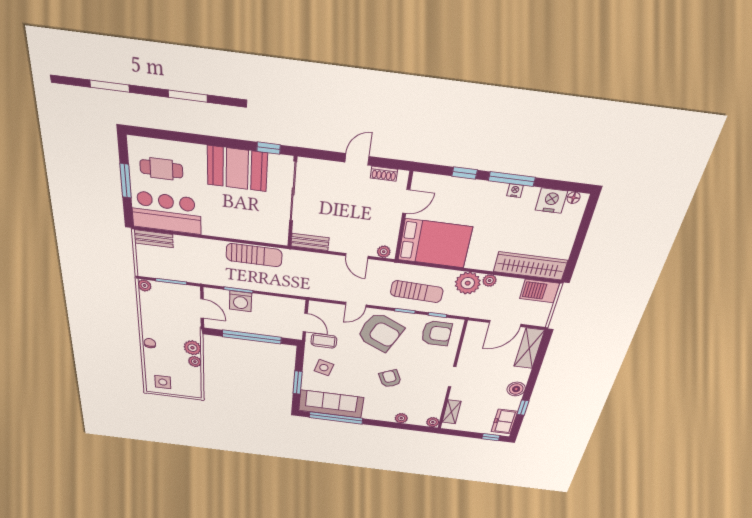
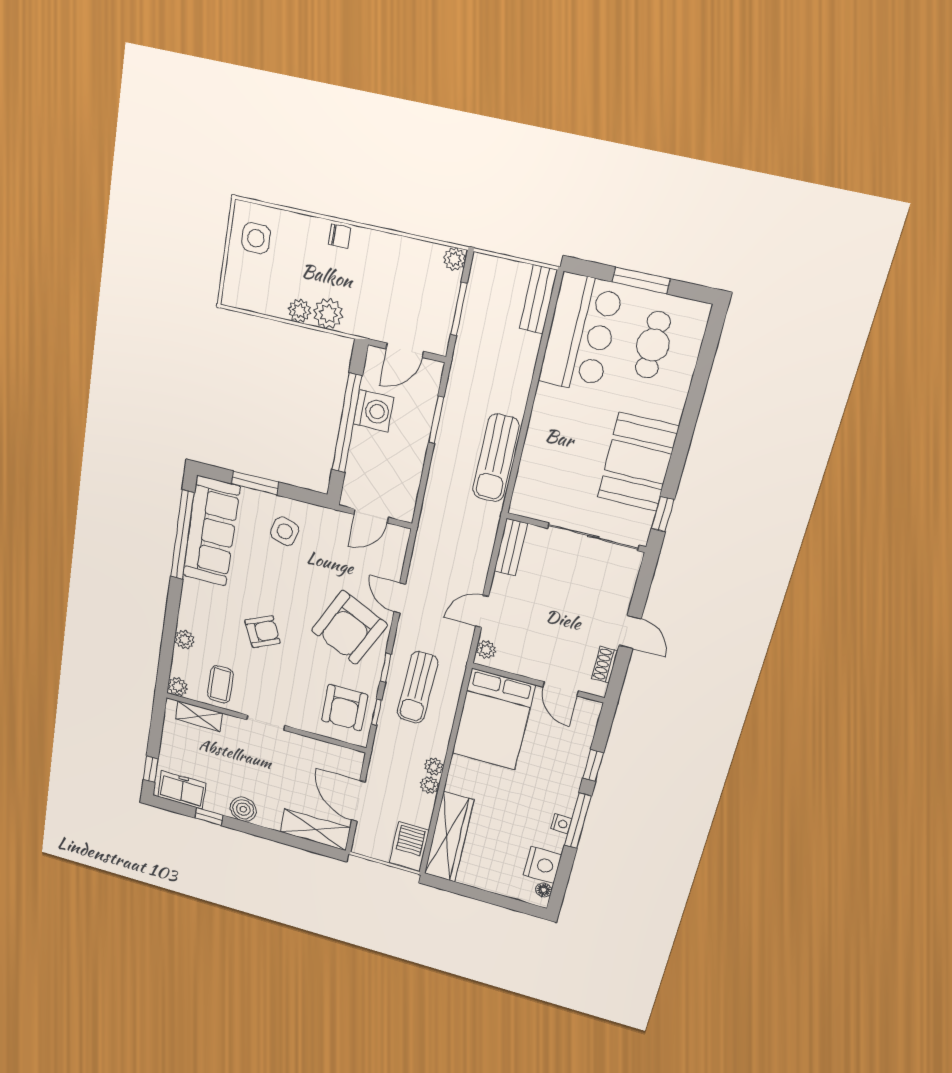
plant: (468, 283) -> (434, 767), width x0.53, depth x0.53
washing machine: (241, 301) -> (374, 411), moved, turned 180
coffee table: (324, 341) -> (220, 684), moved

